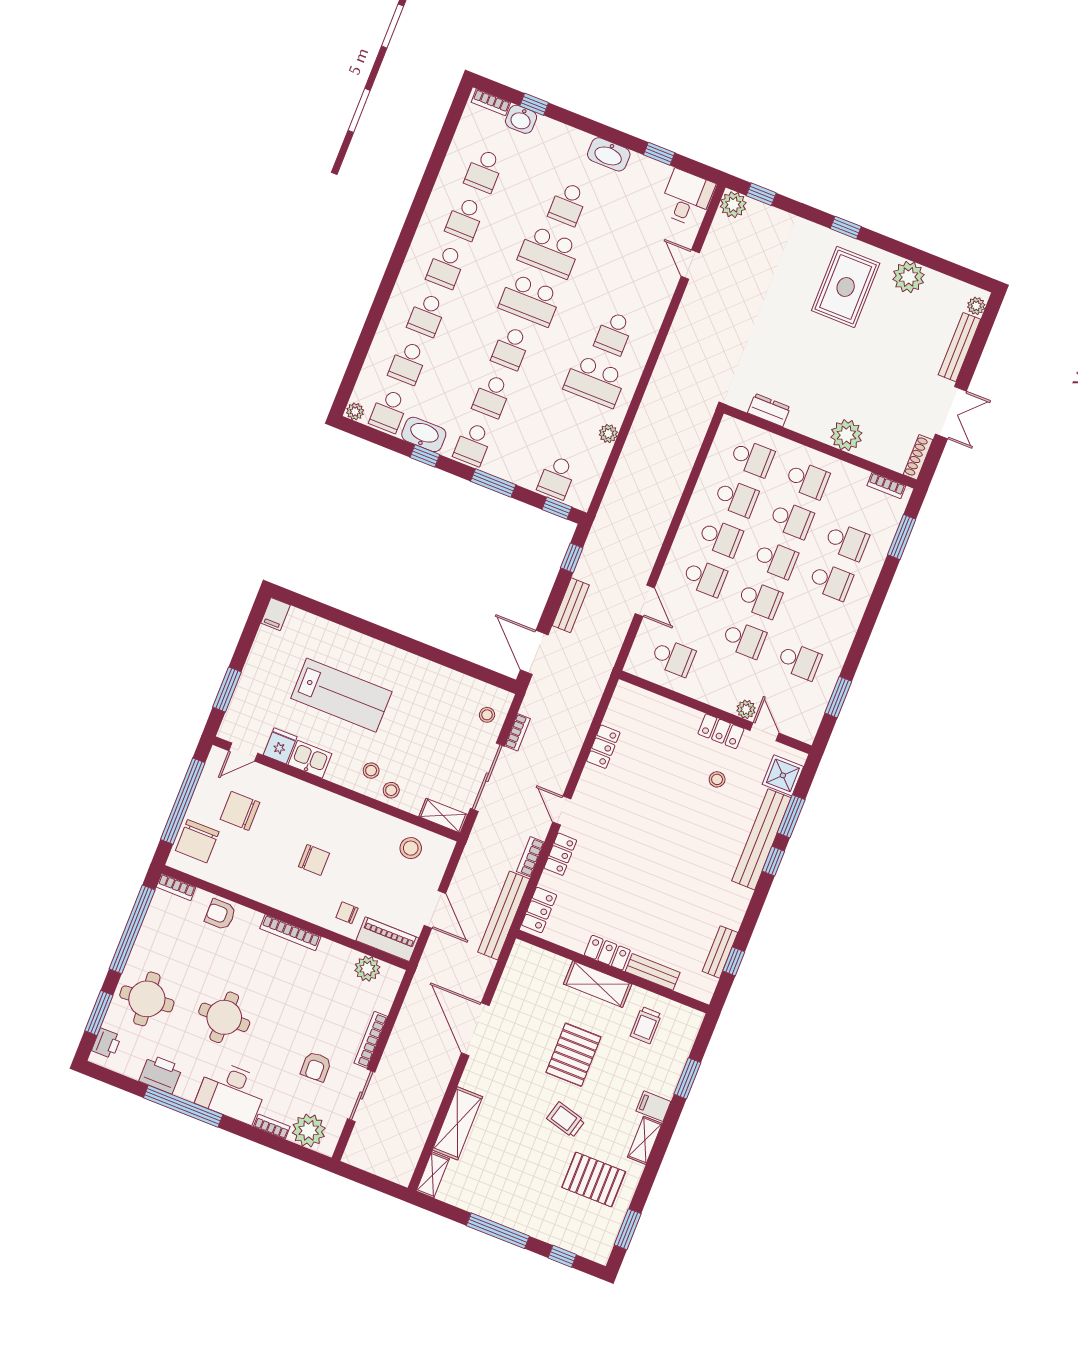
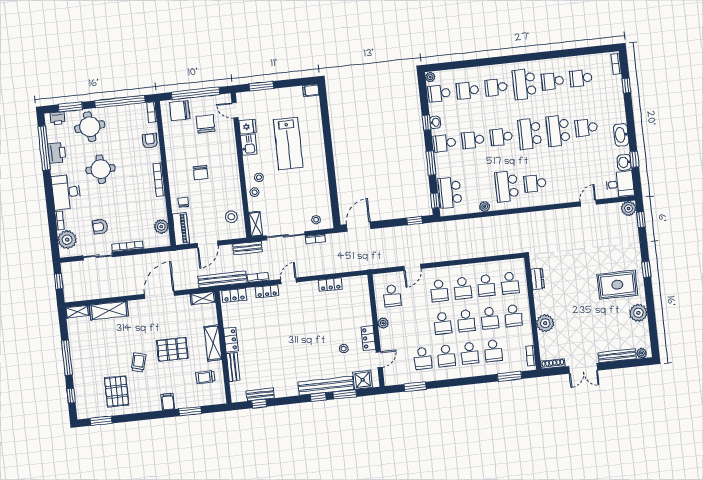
washbasin: (521, 119) -> (624, 162), moved
school desk: (446, 267) -> (524, 84), width x1.85
washbasin: (424, 434) -> (435, 122), width x0.52, depth x0.69
school desk: (557, 477) -> (450, 193), width x1.85
bench: (571, 605) -> (248, 248), moved
school desk: (744, 639) -> (446, 356), moved
plant: (746, 709) -> (383, 323), moved
window: (183, 1106) -> (44, 148), moved
shelving: (645, 1140) -> (203, 298), moved
window: (368, 1179) -> (59, 281), added

